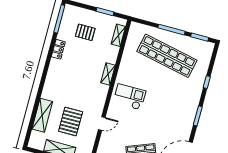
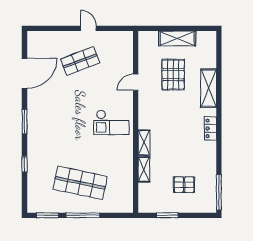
shelving: (118, 35) -> (144, 169), moved
locker: (58, 49) -> (210, 128), moved
shop shelf: (167, 56) -> (80, 183), width x0.71
shelving: (42, 115) -> (209, 88), moved

